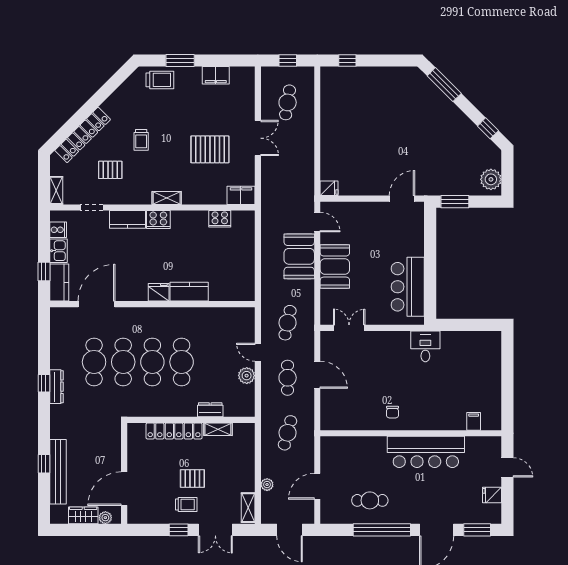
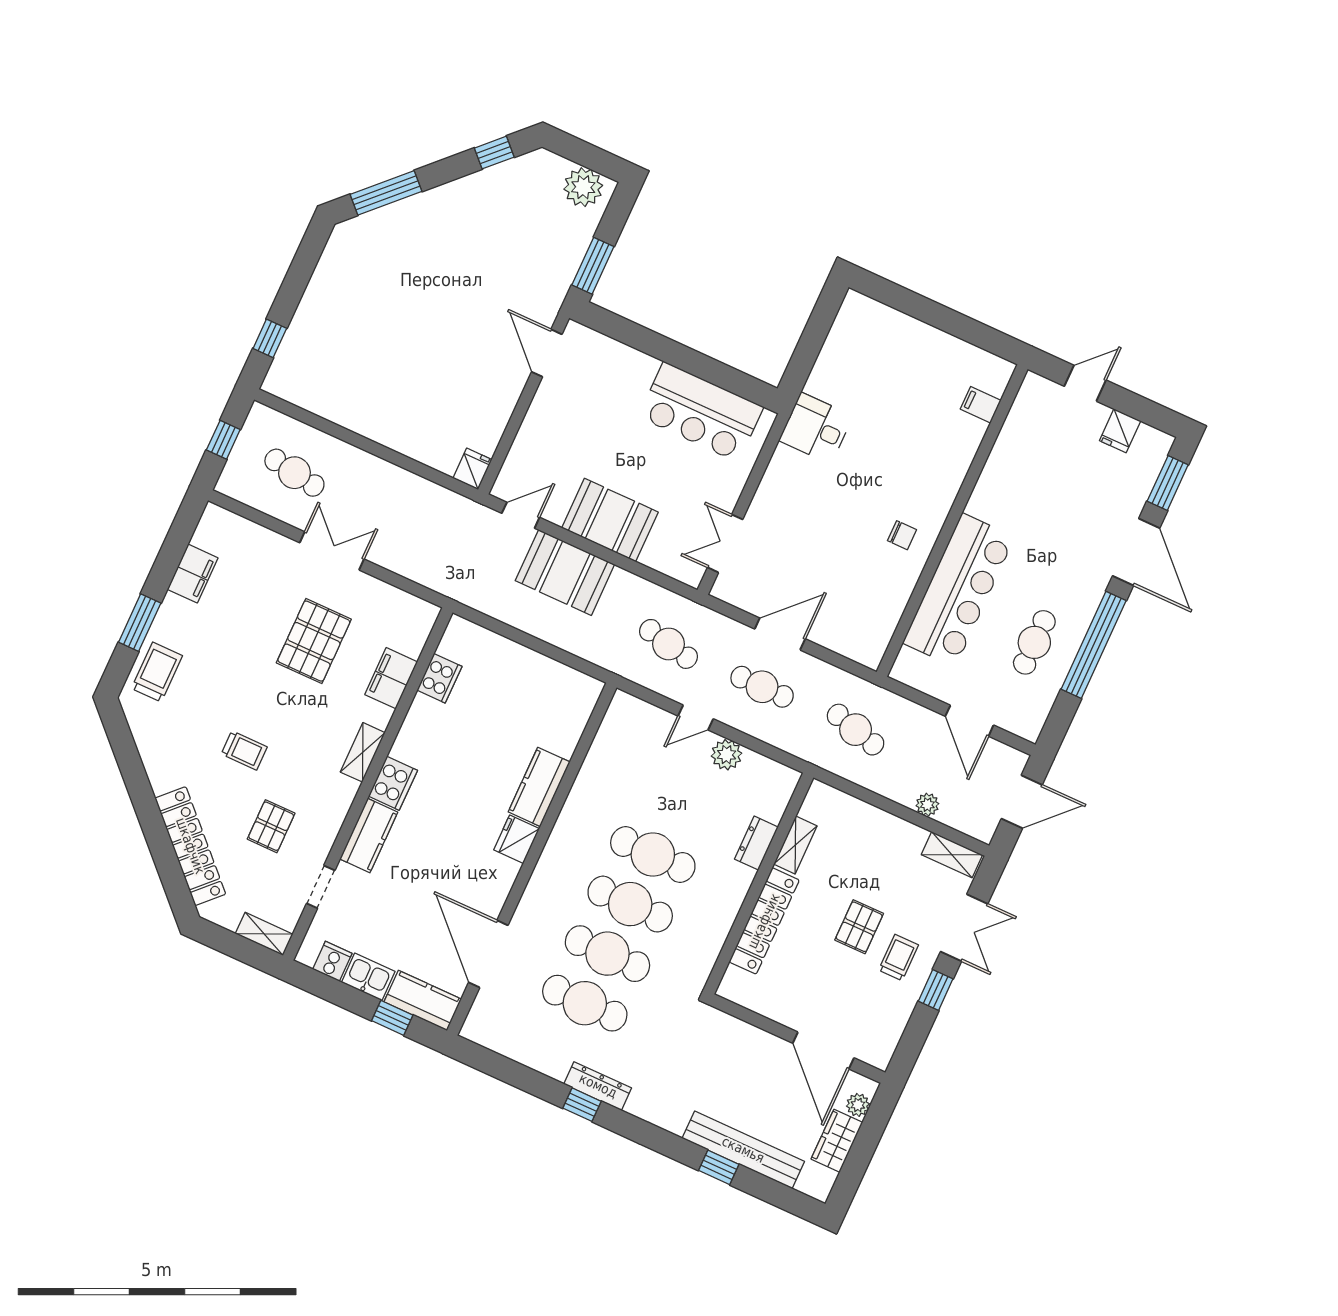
filing cabinet: (241, 195) -> (391, 678), moved
bar counter: (426, 452) -> (959, 590), moved

